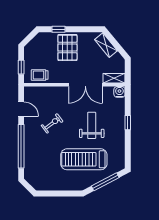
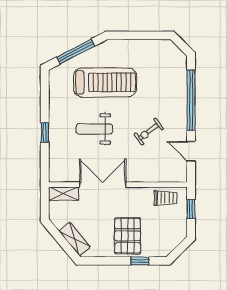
water cooler: (119, 92) -> (56, 175), removed
weight bench: (92, 125) -> (94, 129), turned 90

